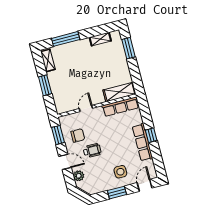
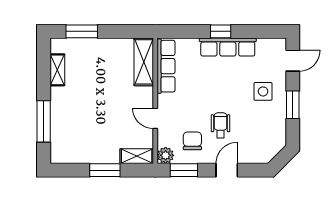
shelving: (48, 60) -> (137, 156), moved
plant: (79, 176) -> (166, 155), moved
door: (145, 185) -> (293, 61), swing flipped

